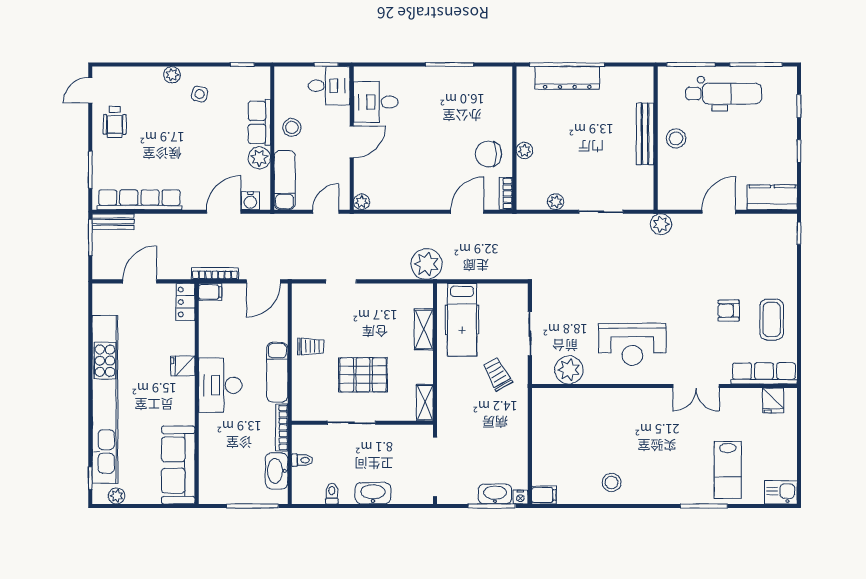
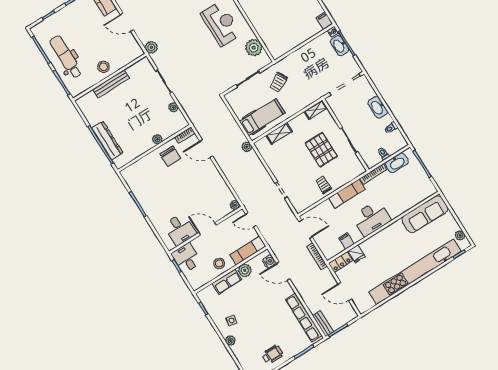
plant: (427, 264) -> (247, 147), width x0.53, depth x0.53
filing cabinet: (210, 292) -> (346, 241), moved
fridge: (183, 366) -> (357, 254), moved

